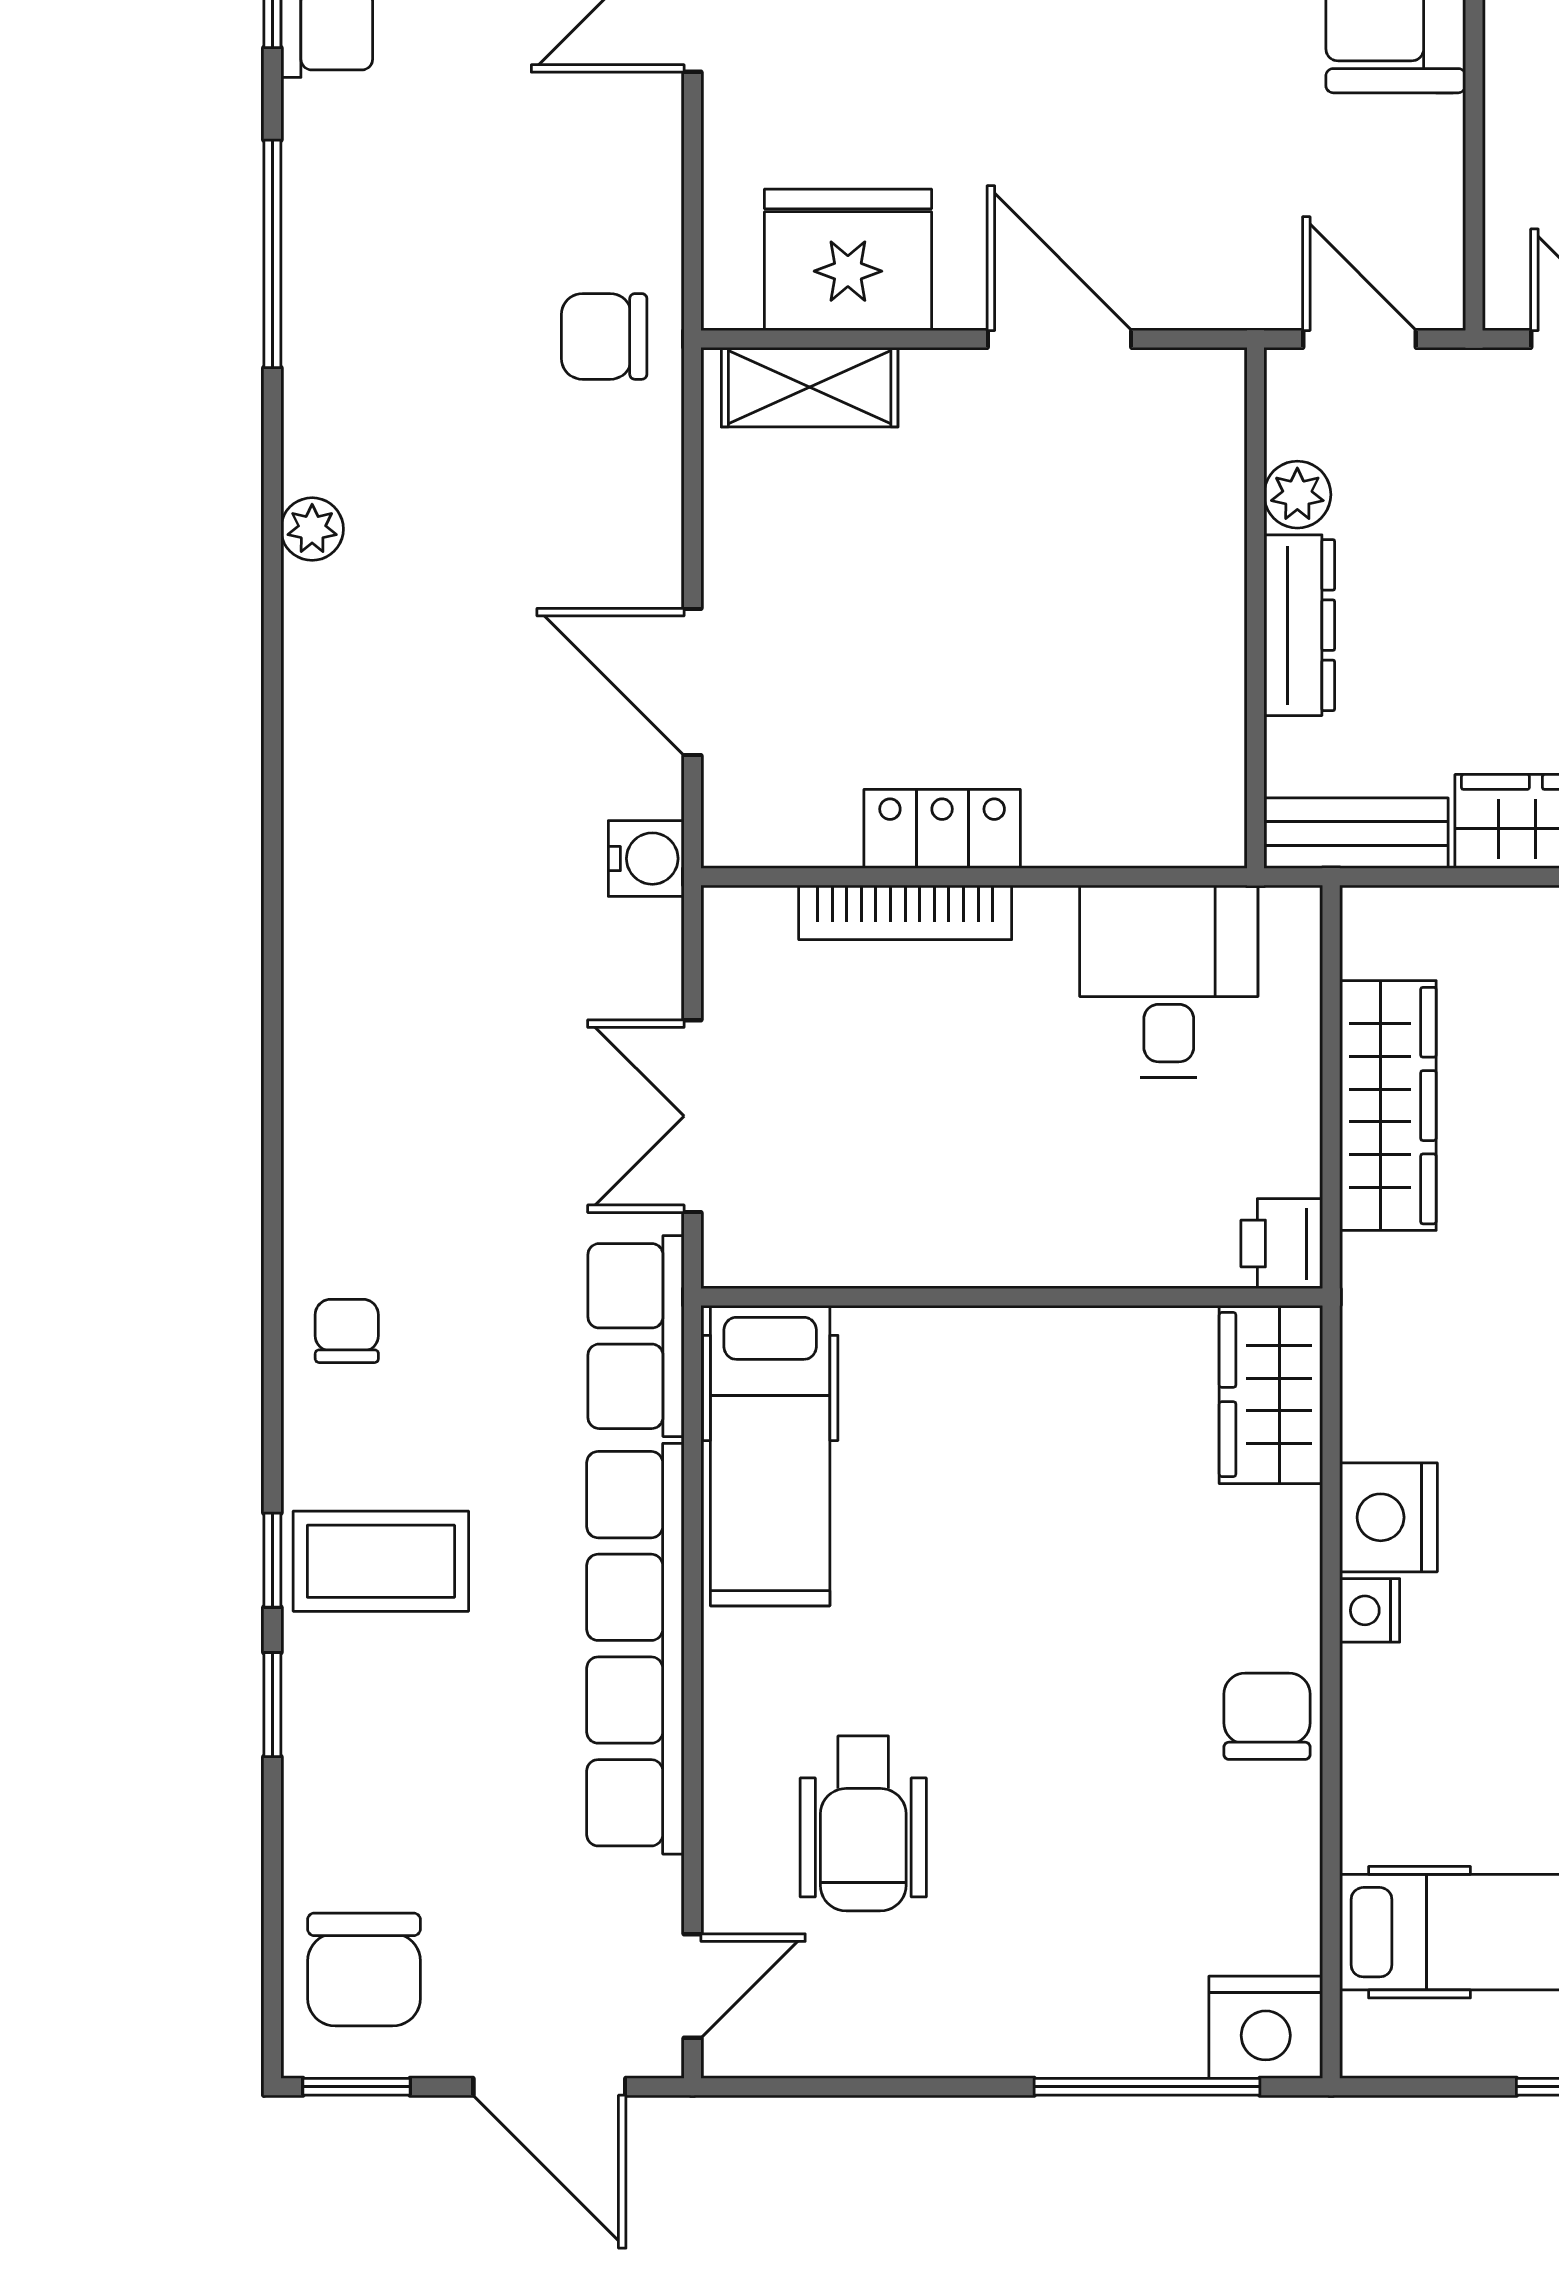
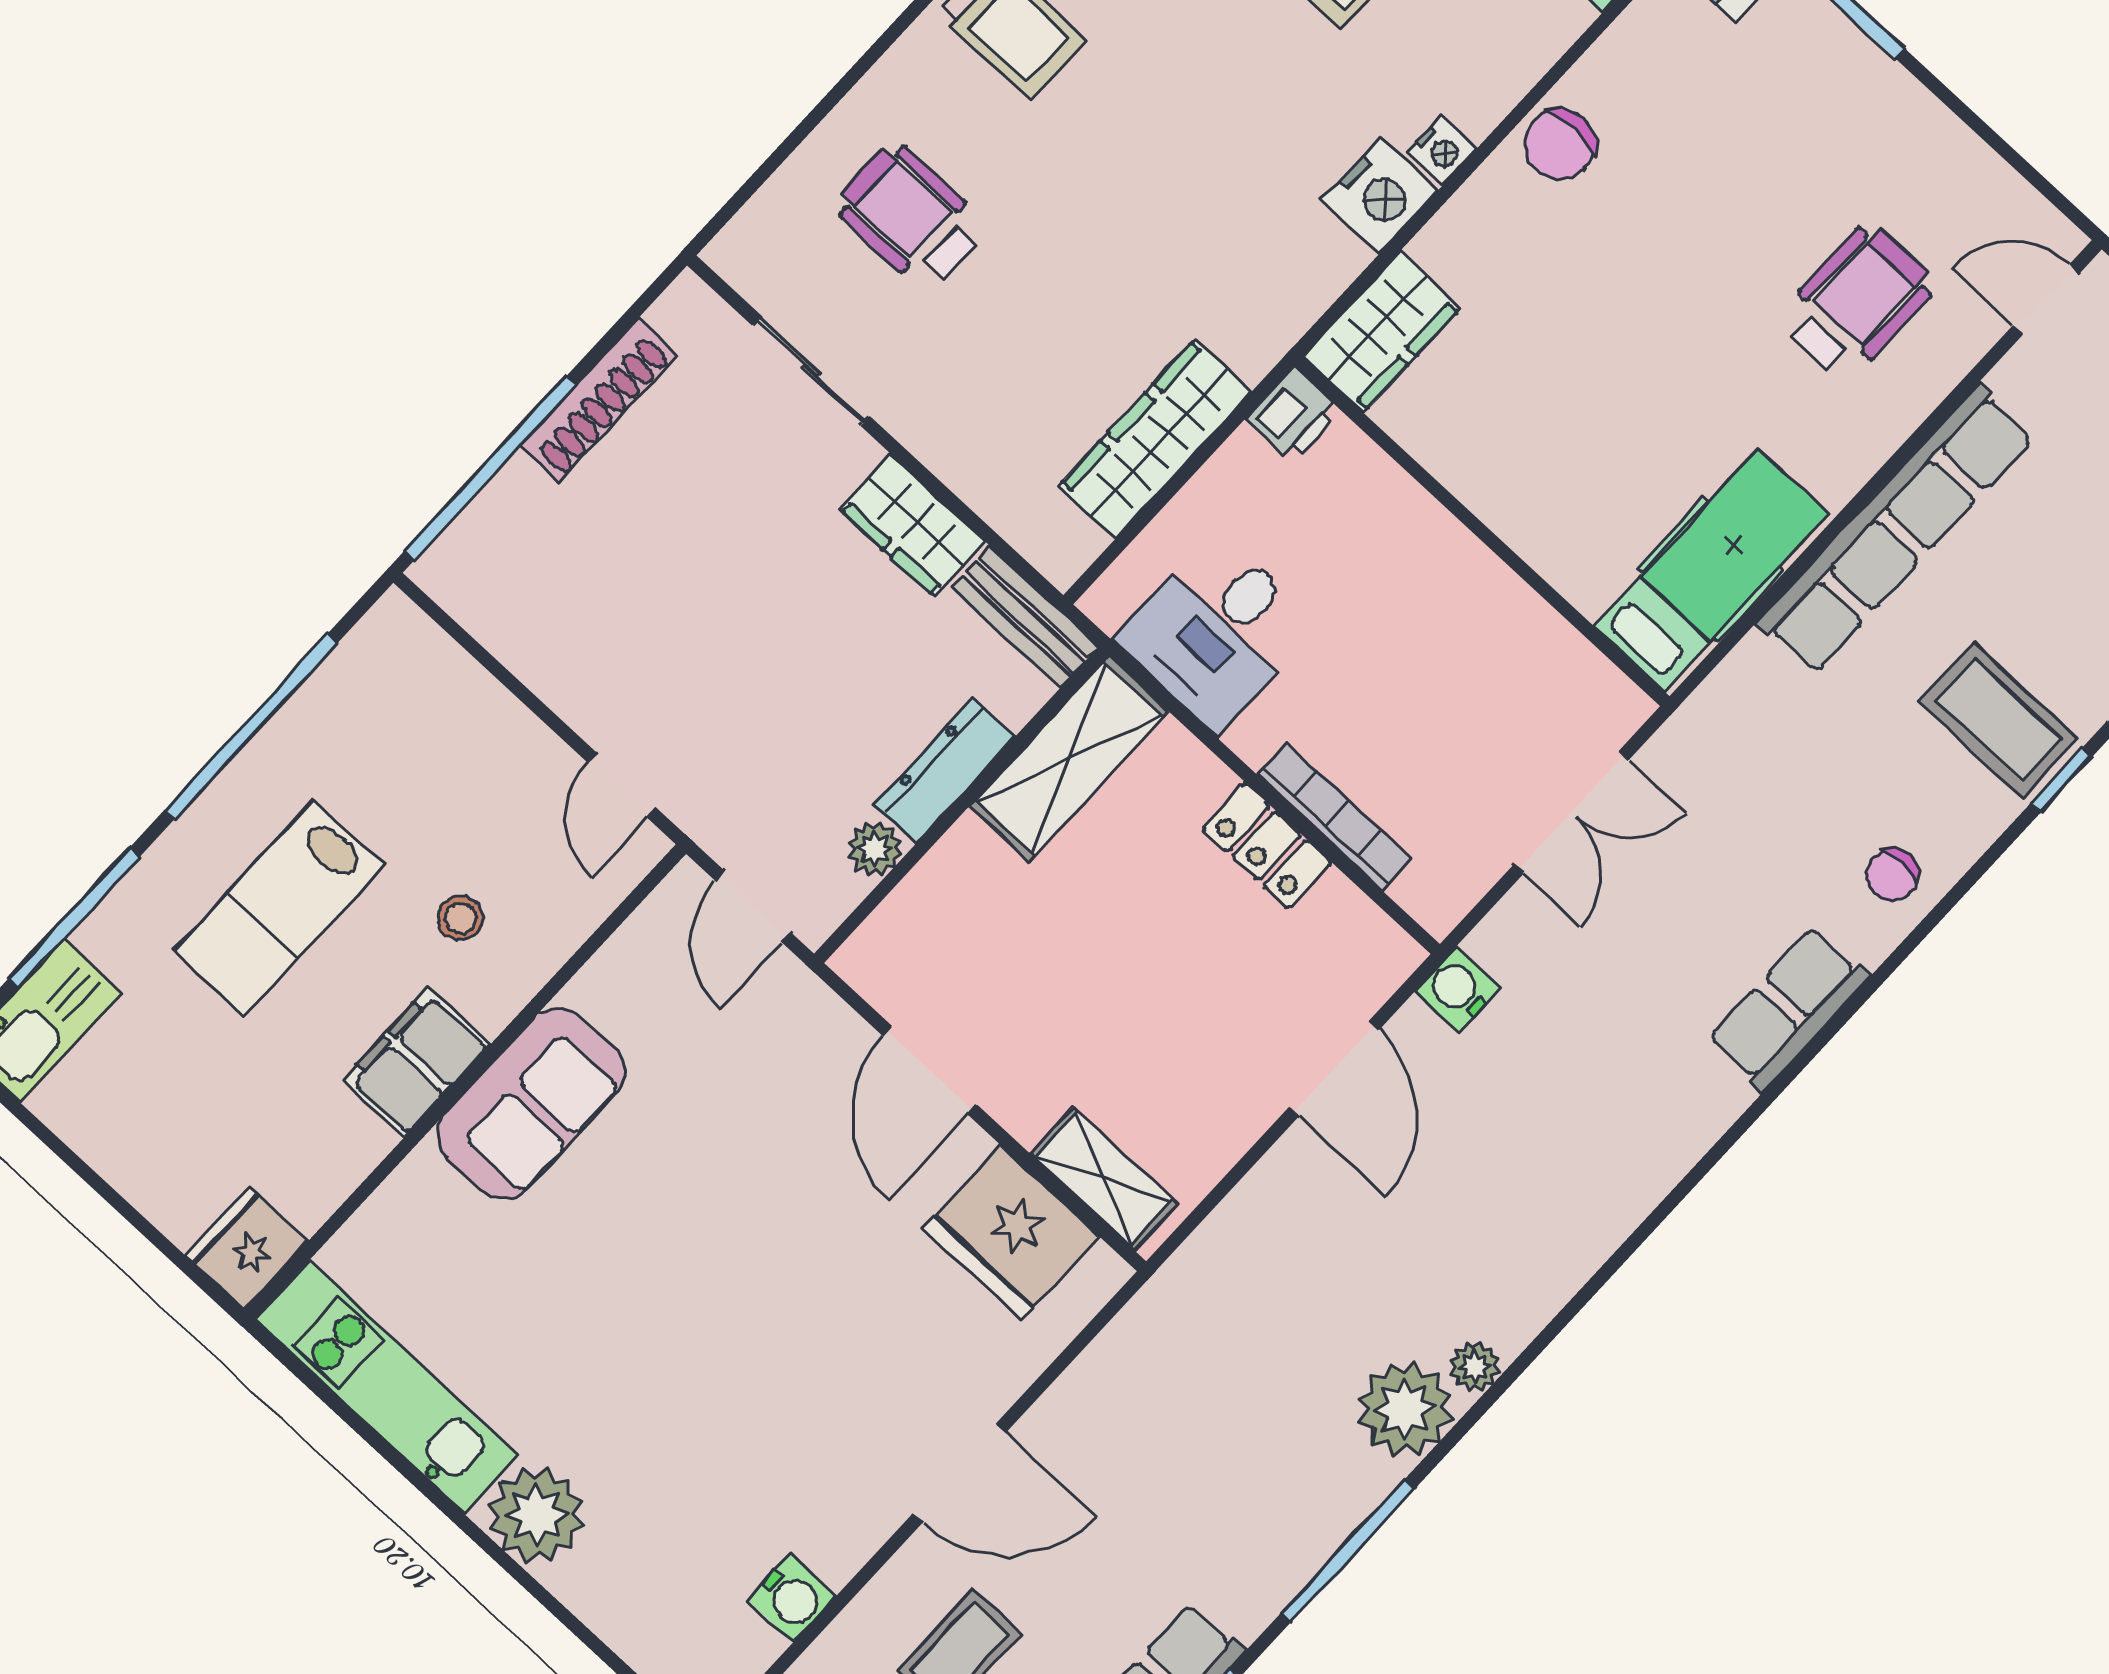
chair: (604, 336) -> (1197, 1321), removed
plant: (340, 431) -> (1405, 1409), added
shelving: (1196, 741) -> (1069, 759), added
row of seats: (636, 1336) -> (1788, 1008), moved, turned 180

